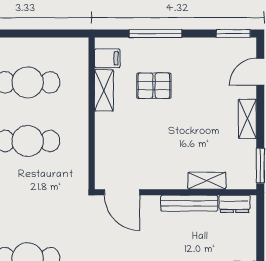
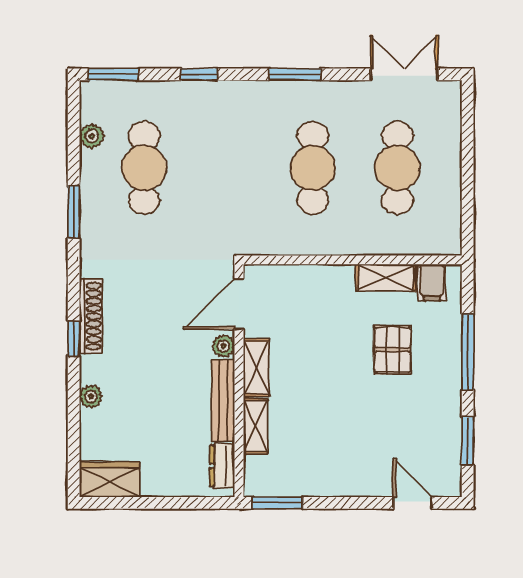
window: (233, 33) -> (468, 441), moved
shelving: (247, 119) -> (256, 368), moved, turned 90
plant: (151, 203) -> (223, 346), added

